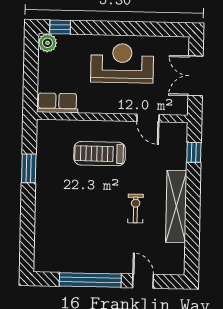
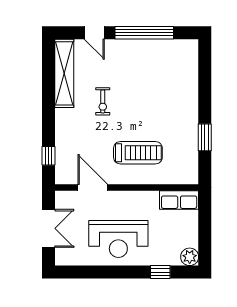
window: (60, 27) -> (160, 272), moved
door: (148, 118) -> (93, 187), width x1.38
shelving: (176, 206) -> (64, 73), moved

